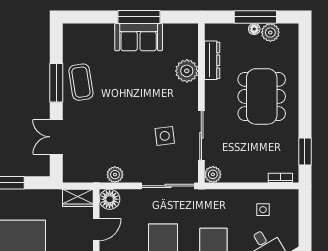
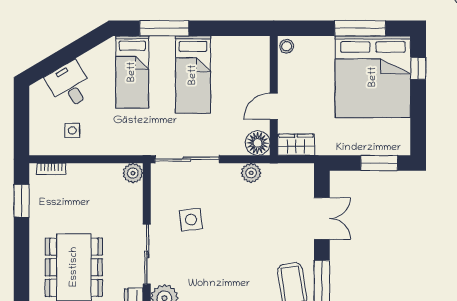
sliding door: (201, 135) -> (147, 254), moved

